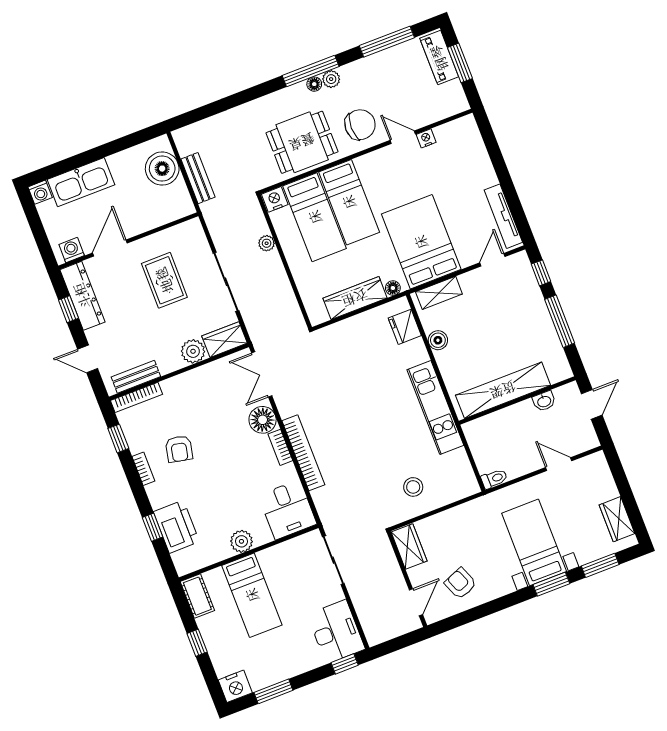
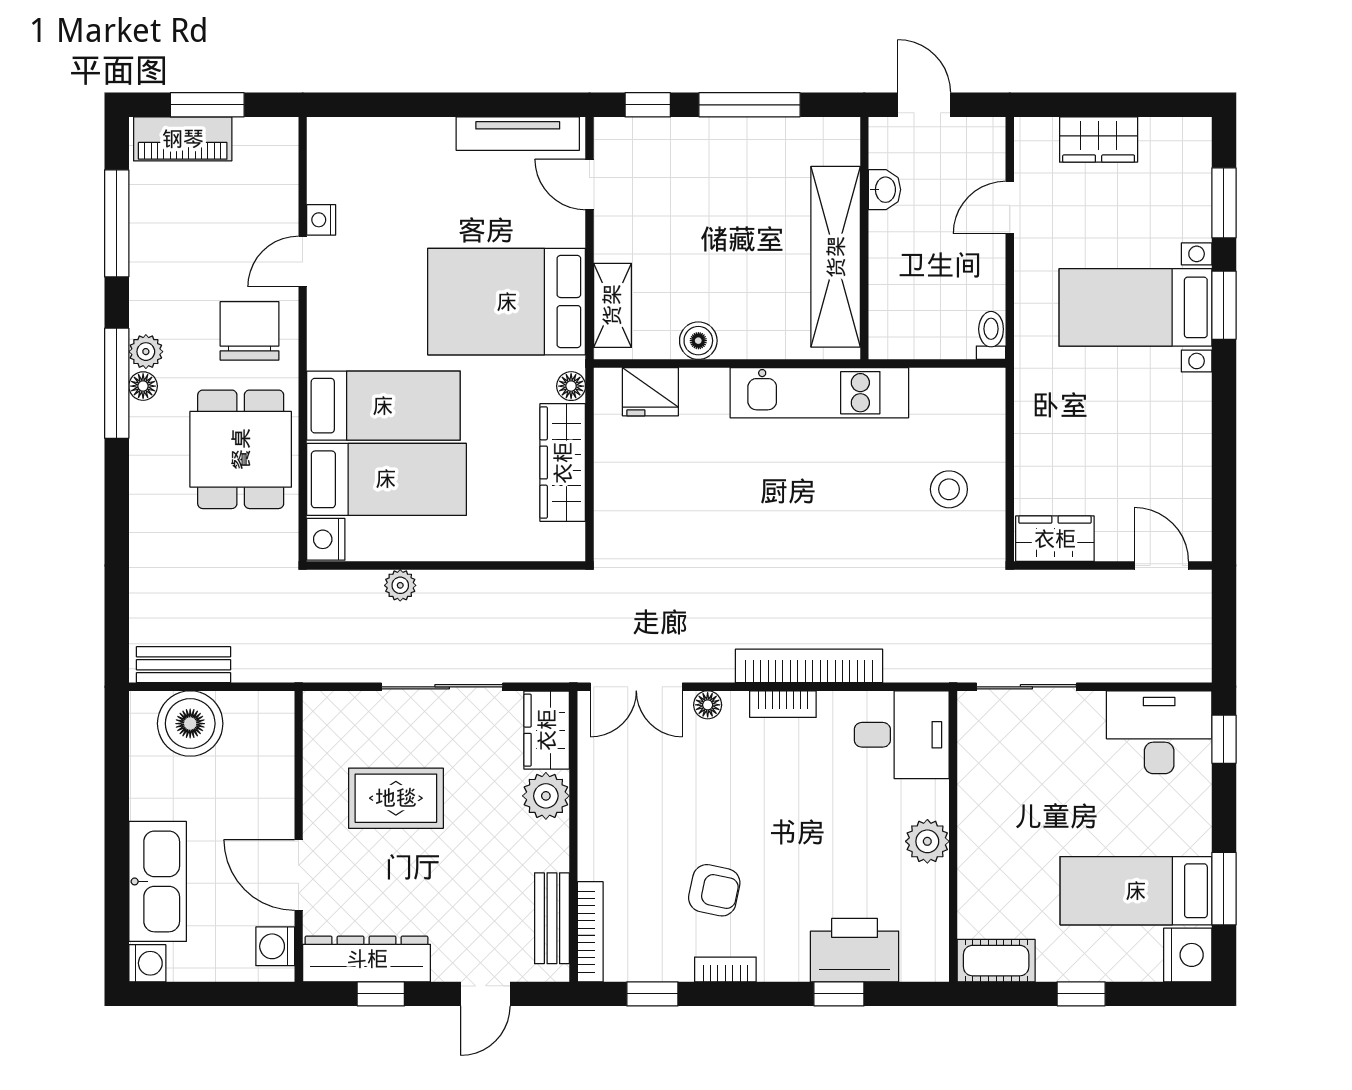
bench: (198, 178) -> (184, 665), moved
floor lamp: (263, 420) -> (708, 705), width x0.53, depth x0.53
wardrobe: (617, 519) -> (1099, 140), moved
armchair: (460, 583) -> (1159, 471), removed
bed: (252, 595) -> (1136, 891), moved, turned 180

